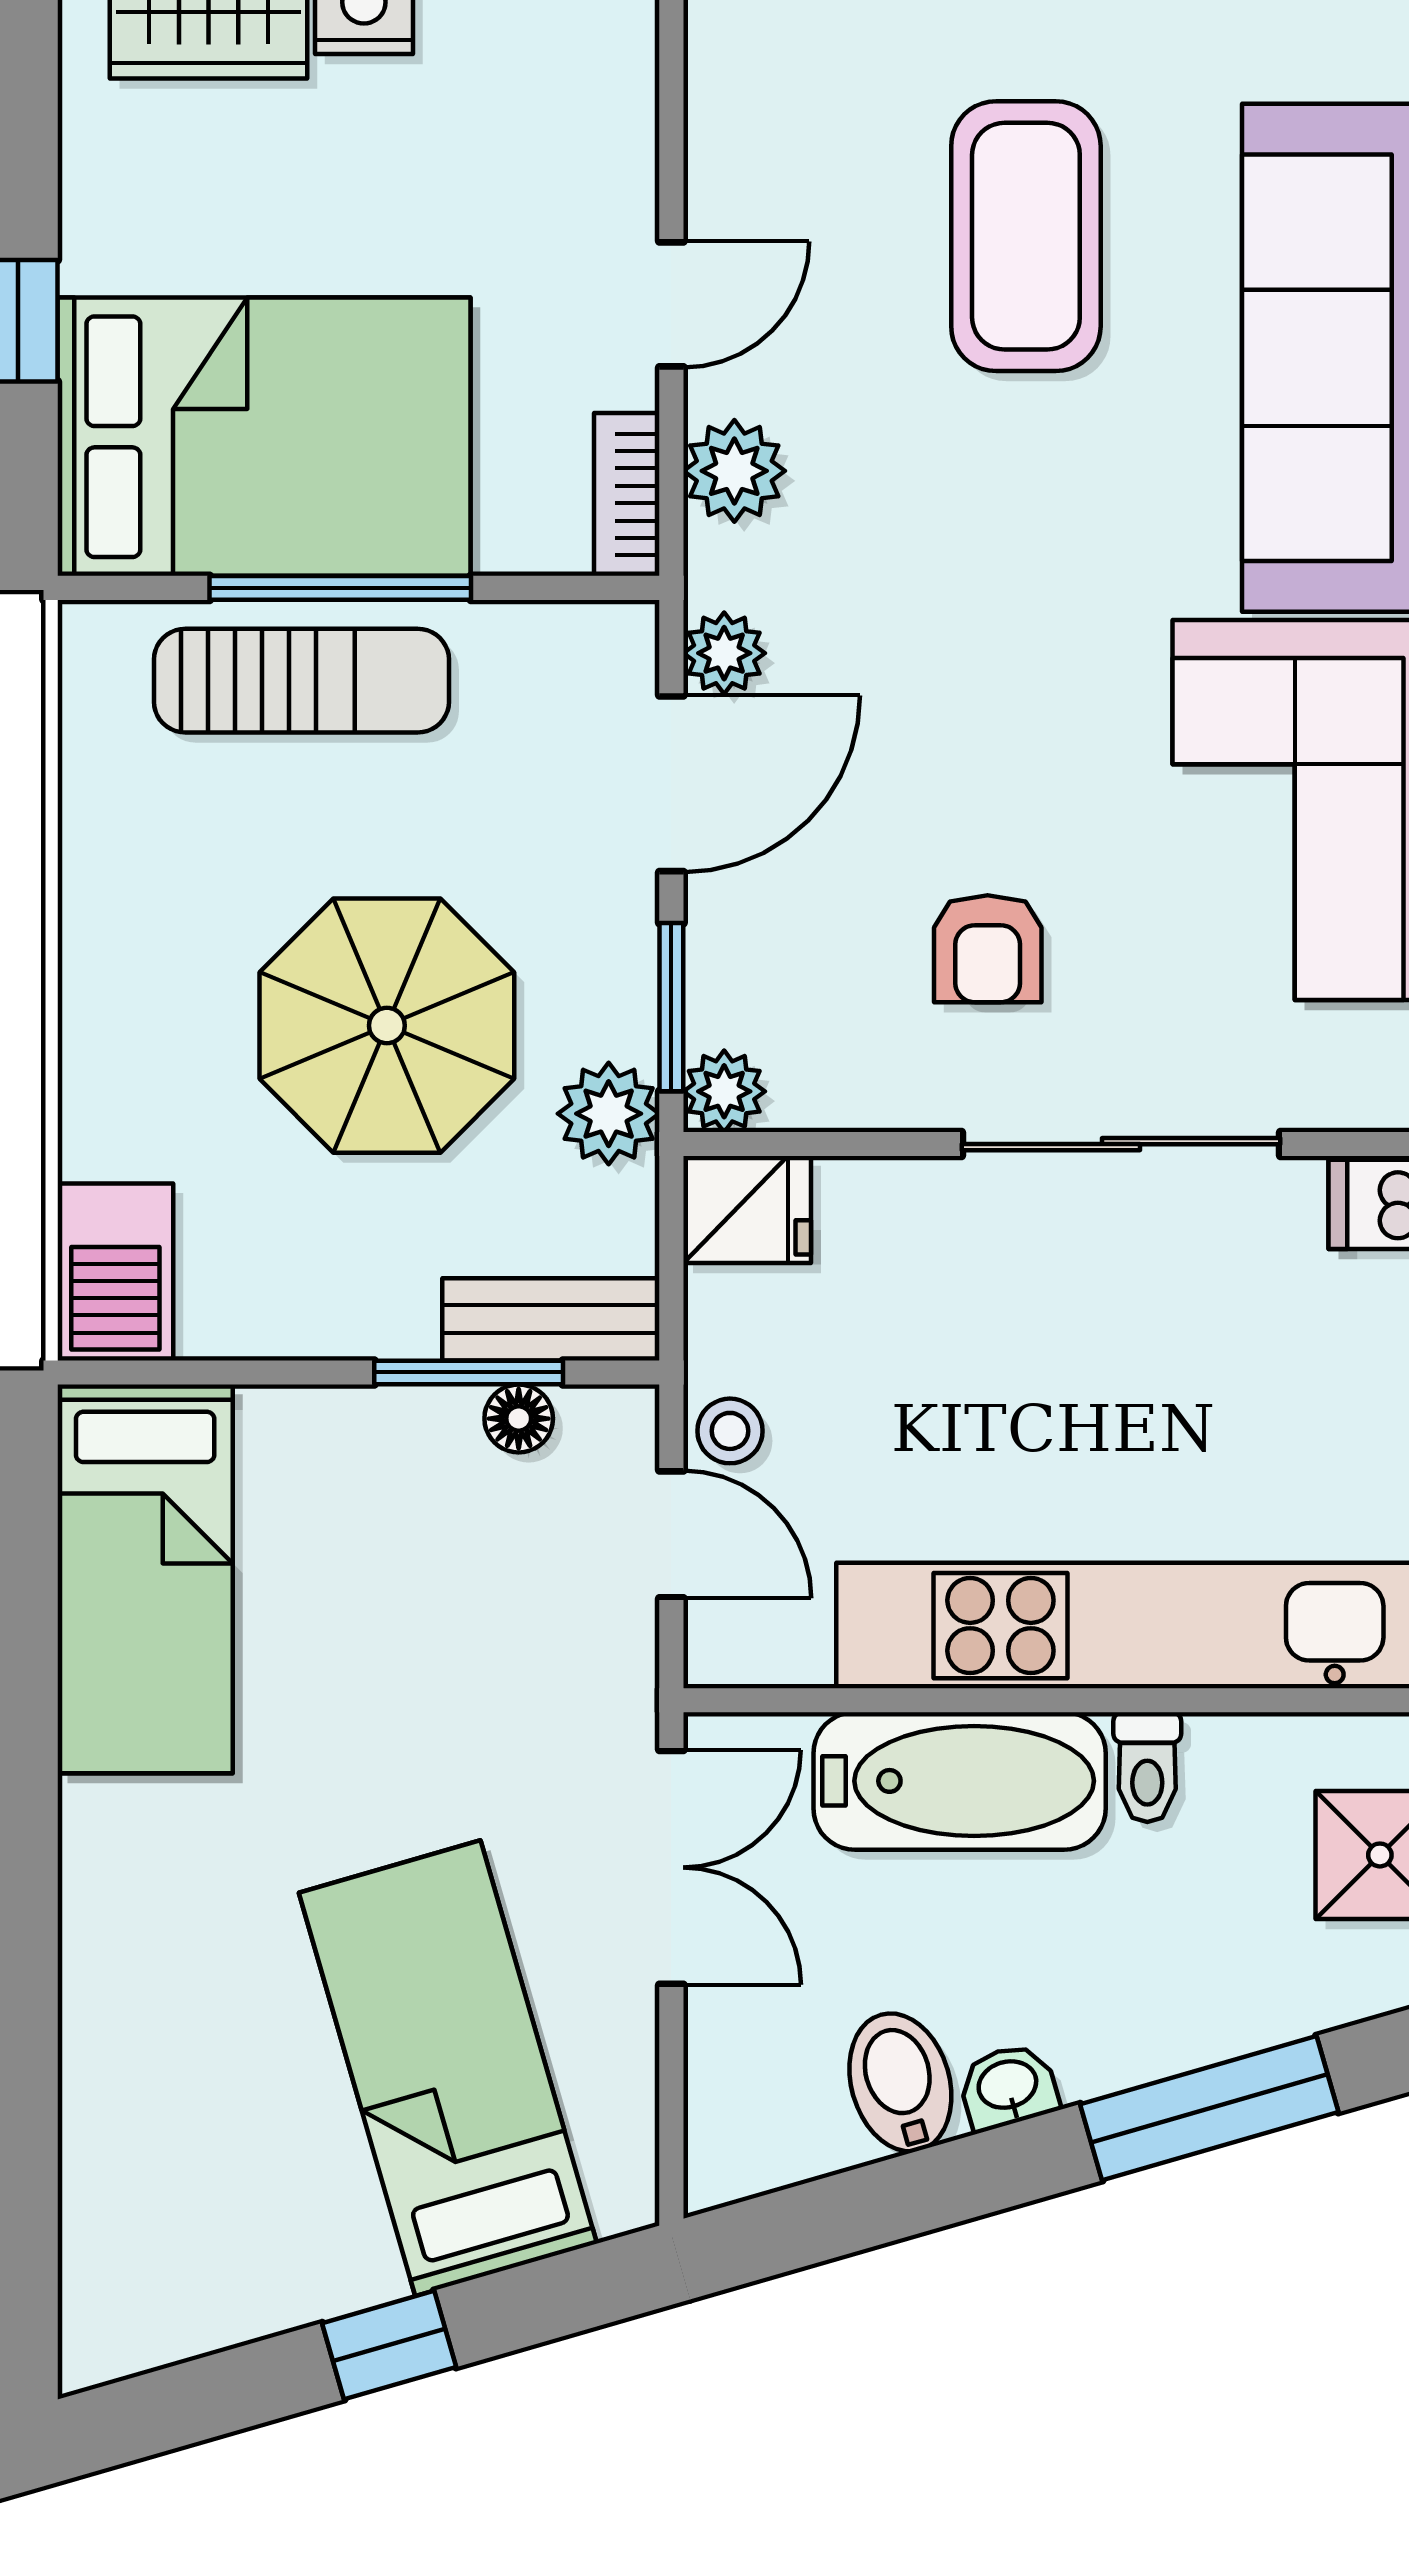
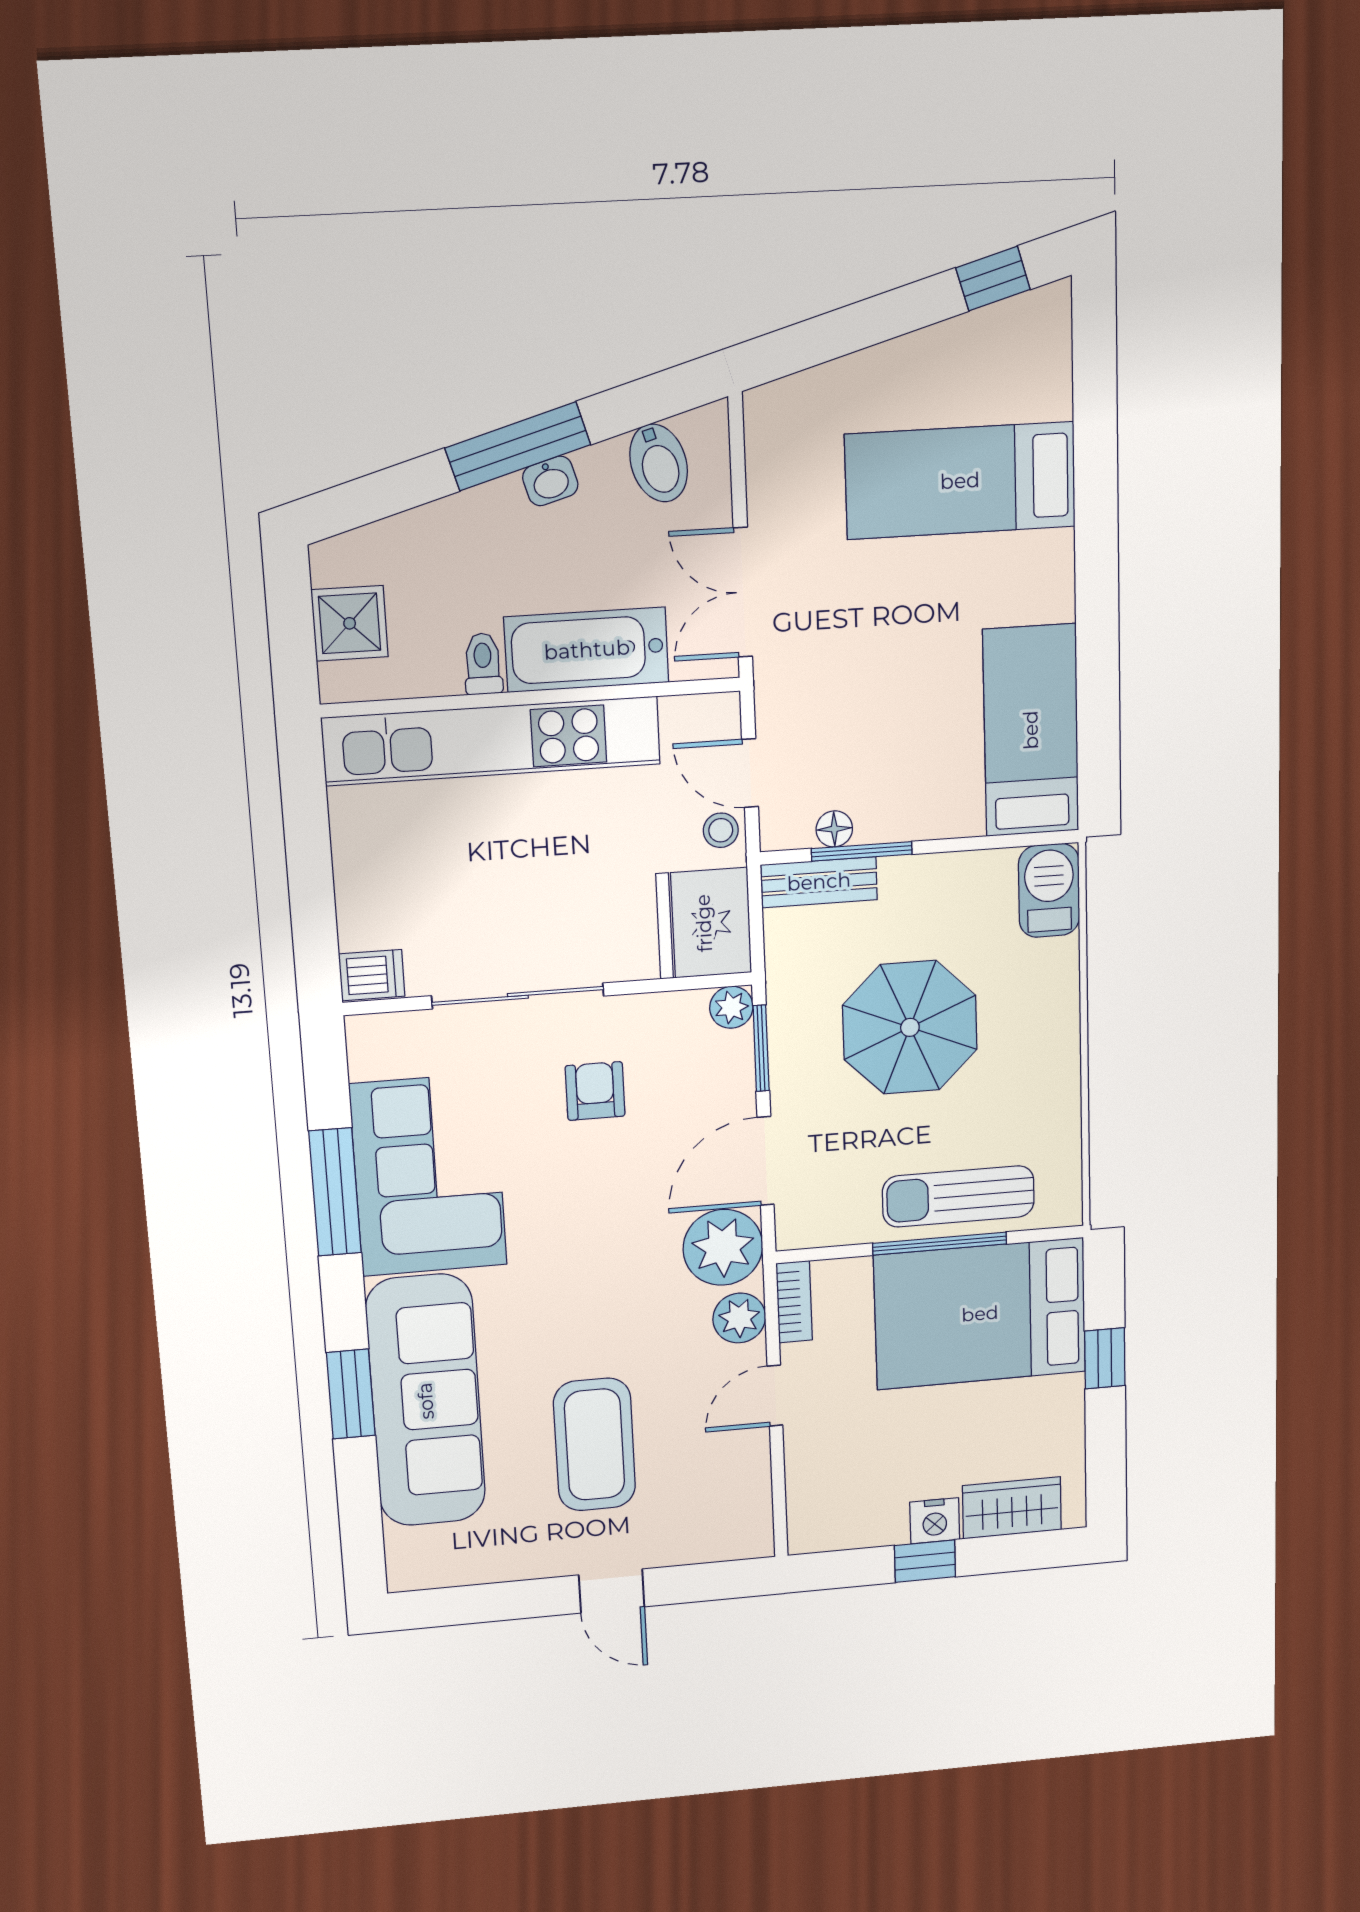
plant: (724, 653) -> (723, 1247), width x1.88, depth x1.88
plant: (609, 1114) -> (792, 991), removed
fridge: (747, 1210) -> (704, 923), width x1.88, depth x1.34
bed: (448, 2068) -> (960, 481), moved, turned 106
bidet: (900, 2082) -> (659, 463), moved
window: (1209, 2108) -> (518, 446), moved
window: (389, 2345) -> (993, 279), moved

